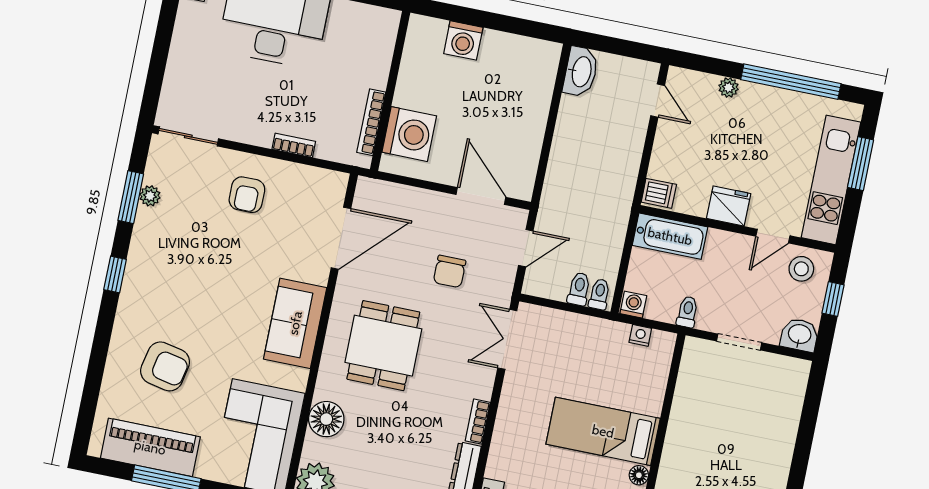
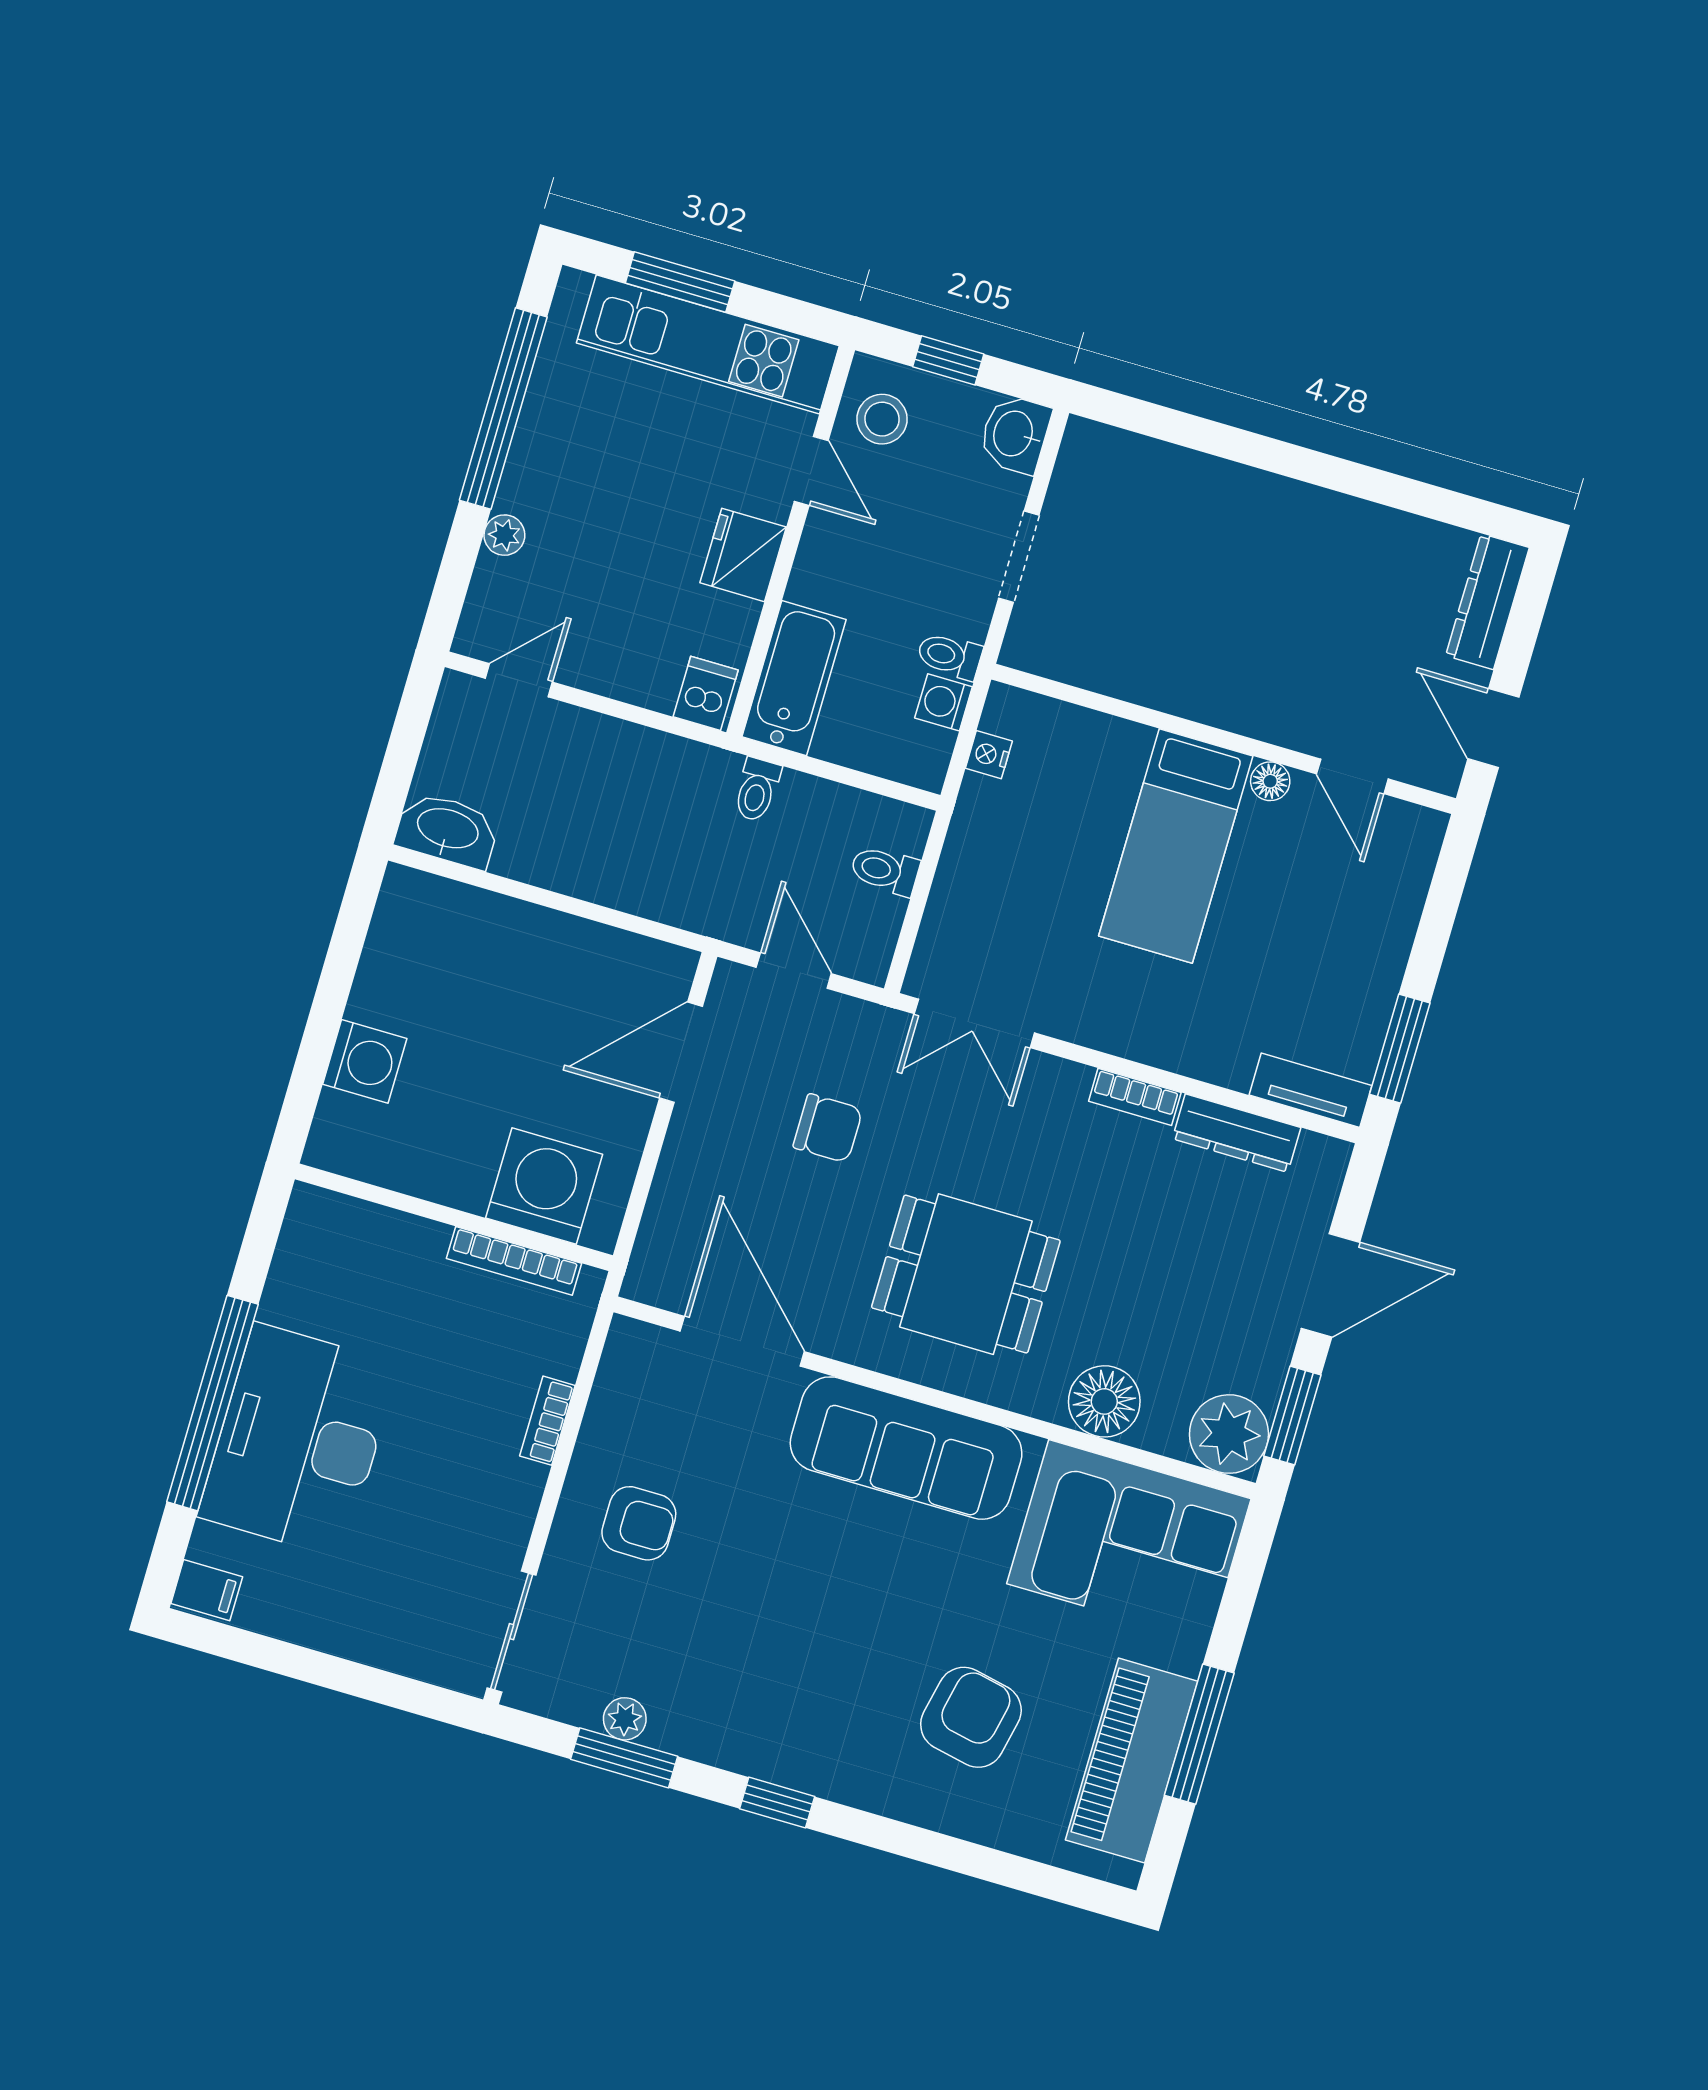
toilet: (599, 294) -> (757, 790), moved, turned -90
washing machine: (633, 305) -> (944, 702), moved
sofa: (295, 323) -> (906, 1448), width x1.36

